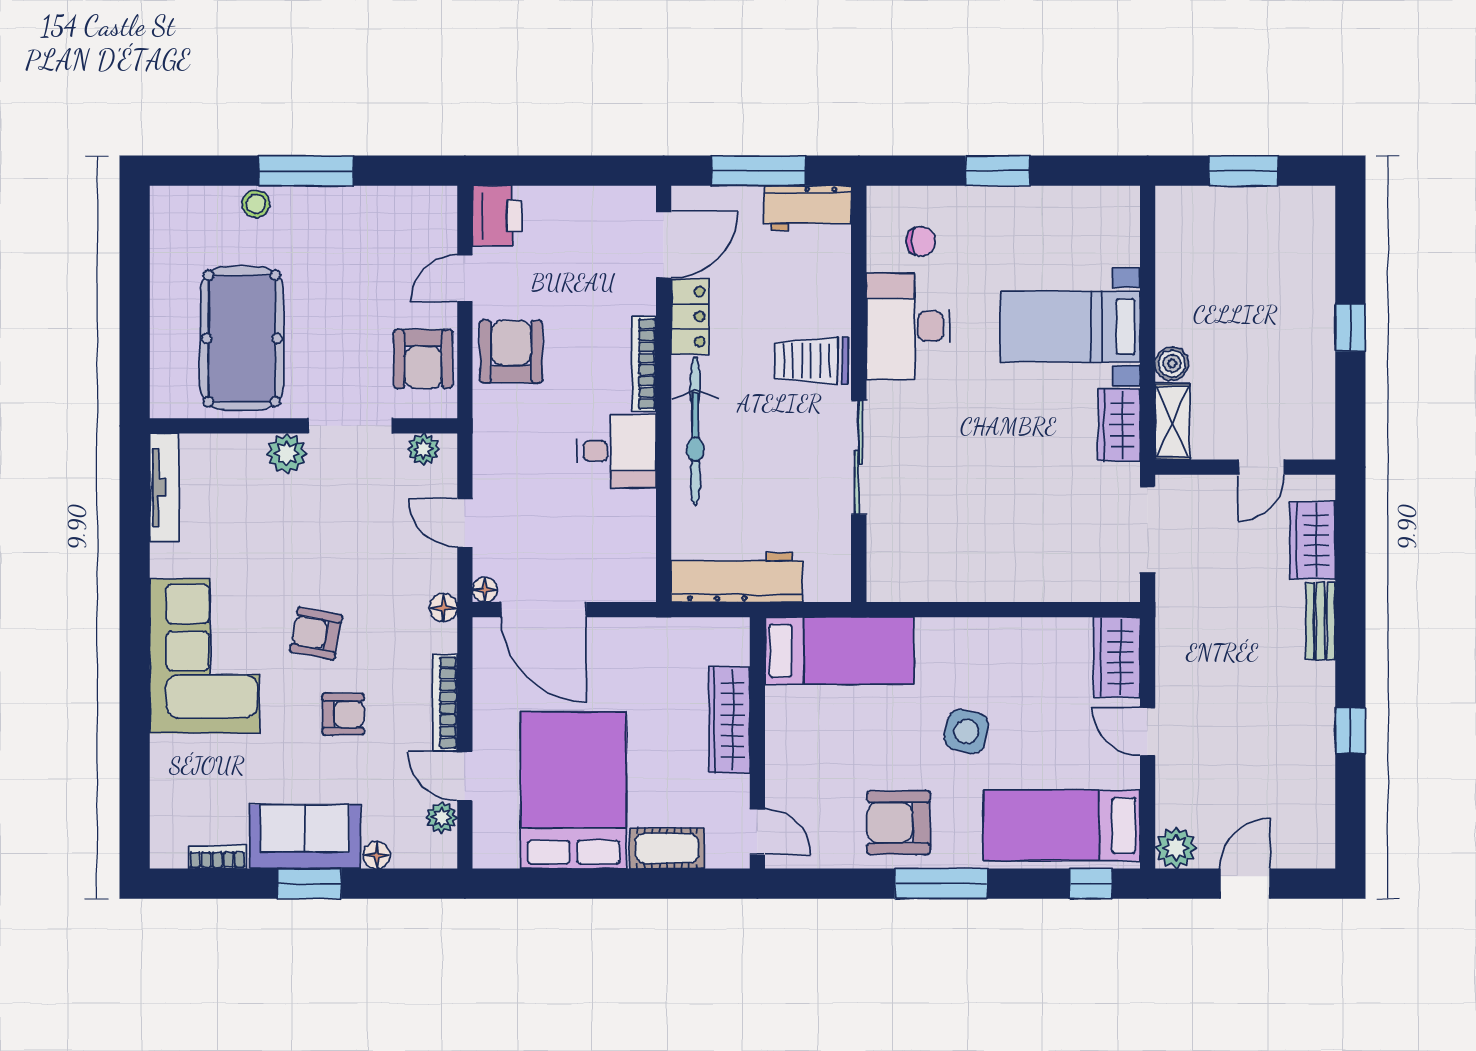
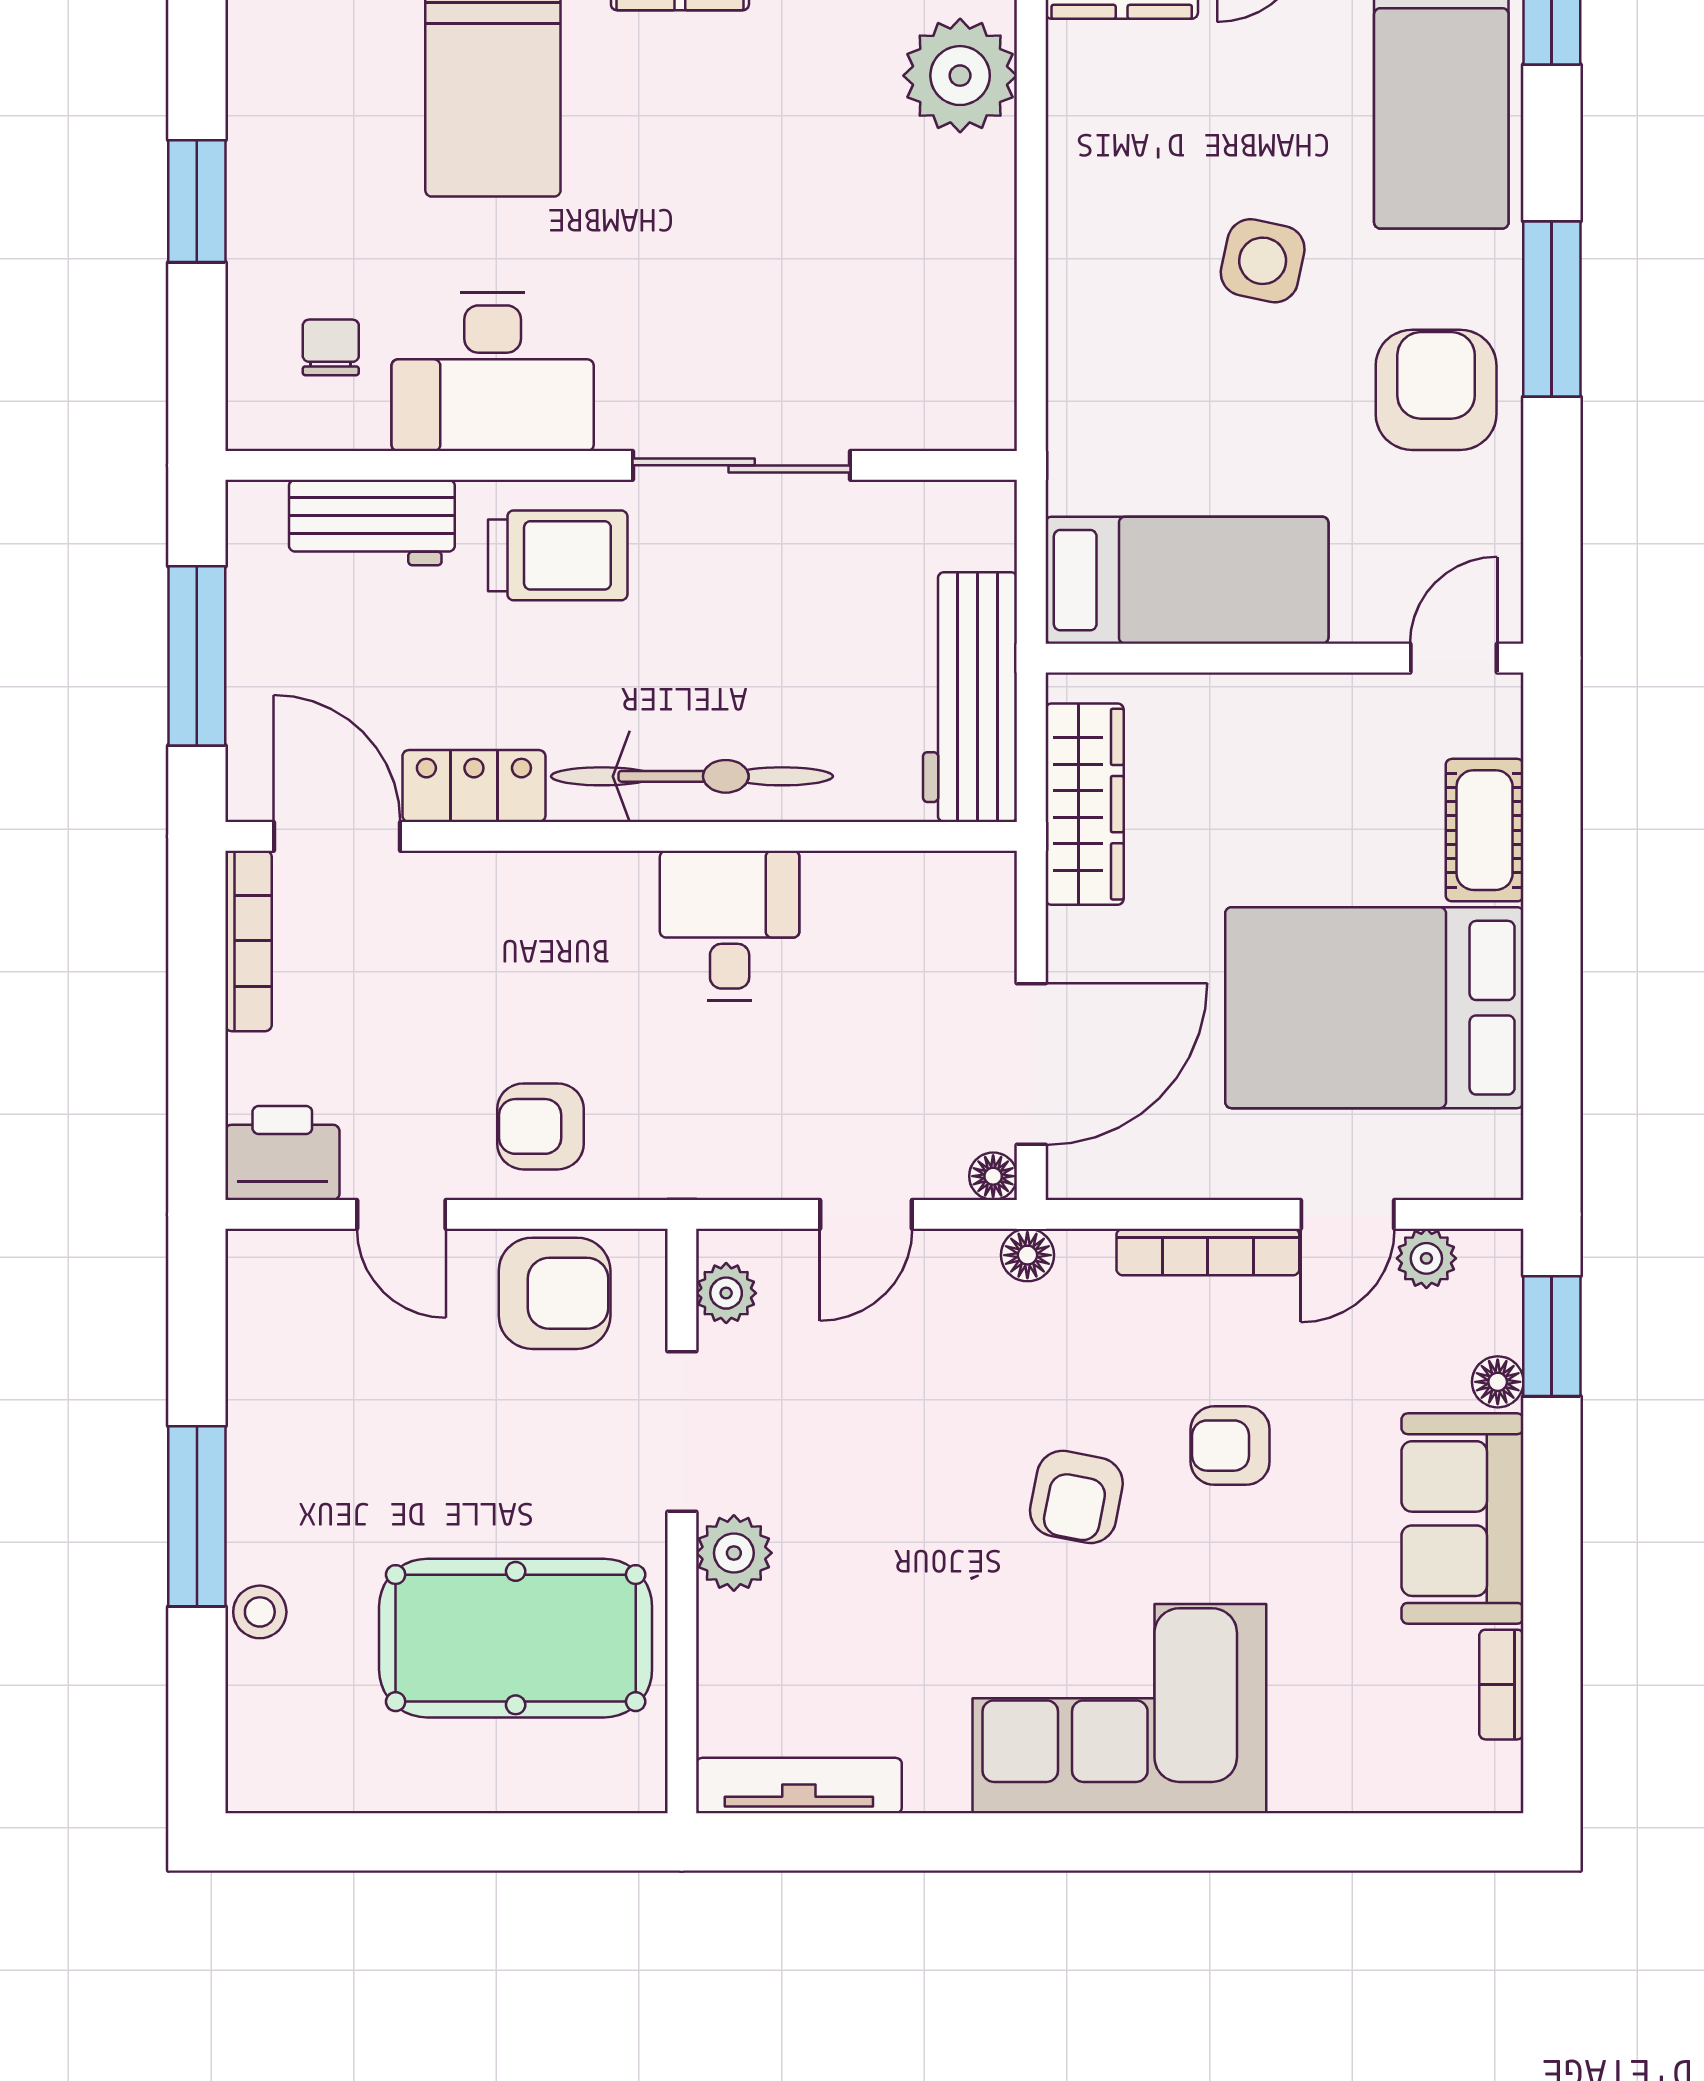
workbench: (808, 208) -> (372, 523), moved, turned 90
armchair: (511, 352) -> (540, 1126), width x0.72, depth x0.72
trolley: (811, 361) -> (558, 555), turned -90
bookcase: (644, 364) -> (248, 941), moved, turned -90
plant: (1064, 572) -> (960, 76), added
bed: (839, 651) -> (1187, 580), moved, turned 90
armchair: (343, 714) -> (1230, 1446), turned -90
wardrobe: (729, 720) -> (1085, 804), moved, turned -90
armchair: (899, 823) -> (1436, 390), turned 180
window: (309, 884) -> (1552, 1336), moved

